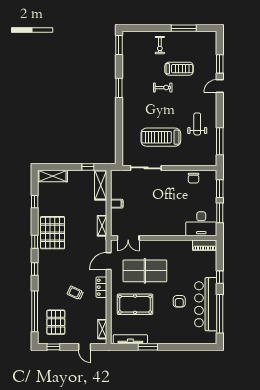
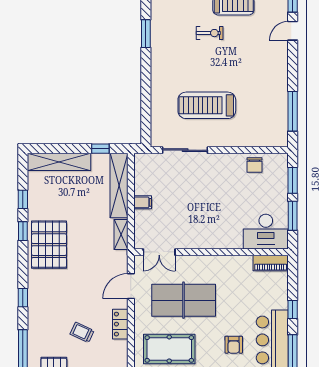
weight bench: (197, 124) -> (260, 86), removed
shelving: (53, 176) -> (59, 162), width x1.47
shelving: (101, 185) -> (119, 186), width x1.47
window: (35, 242) -> (23, 231), moved

